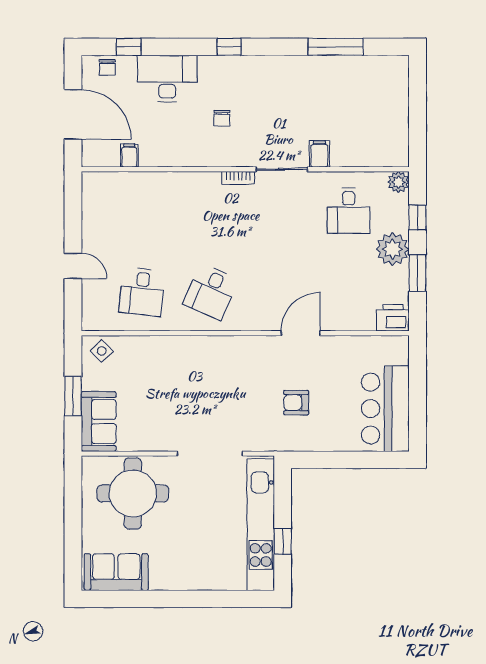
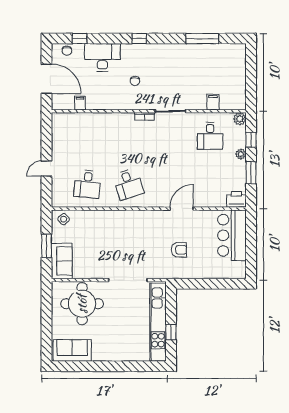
filing cabinet: (319, 154) -> (213, 102), moved
plant: (393, 249) -> (241, 154), width x0.53, depth x0.53
door: (73, 266) -> (47, 169), swing flipped
desk: (211, 292) -> (128, 184), turned -42
armchair: (296, 403) -> (179, 250), turned 180
bar counter: (385, 409) -> (232, 235), moved

